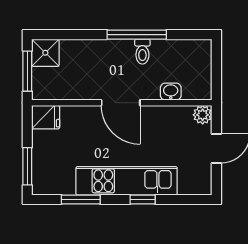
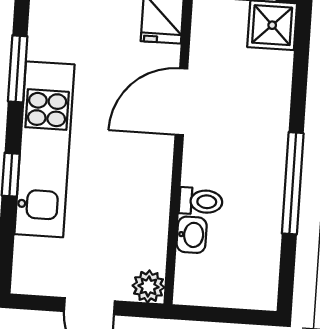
toilet: (142, 52) -> (201, 201), moved, turned 180
door: (121, 103) -> (181, 102), moved

